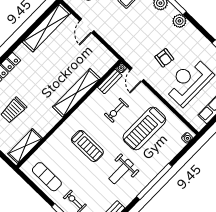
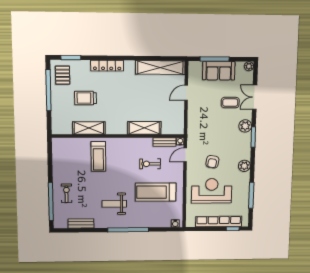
plant: (179, 21) -> (244, 166), moved
shelving: (76, 93) -> (144, 128), width x0.68
shelving: (25, 146) -> (89, 128), moved
treadmill: (87, 146) -> (98, 156), moved
exercise mat: (47, 177) -> (64, 161), removed

